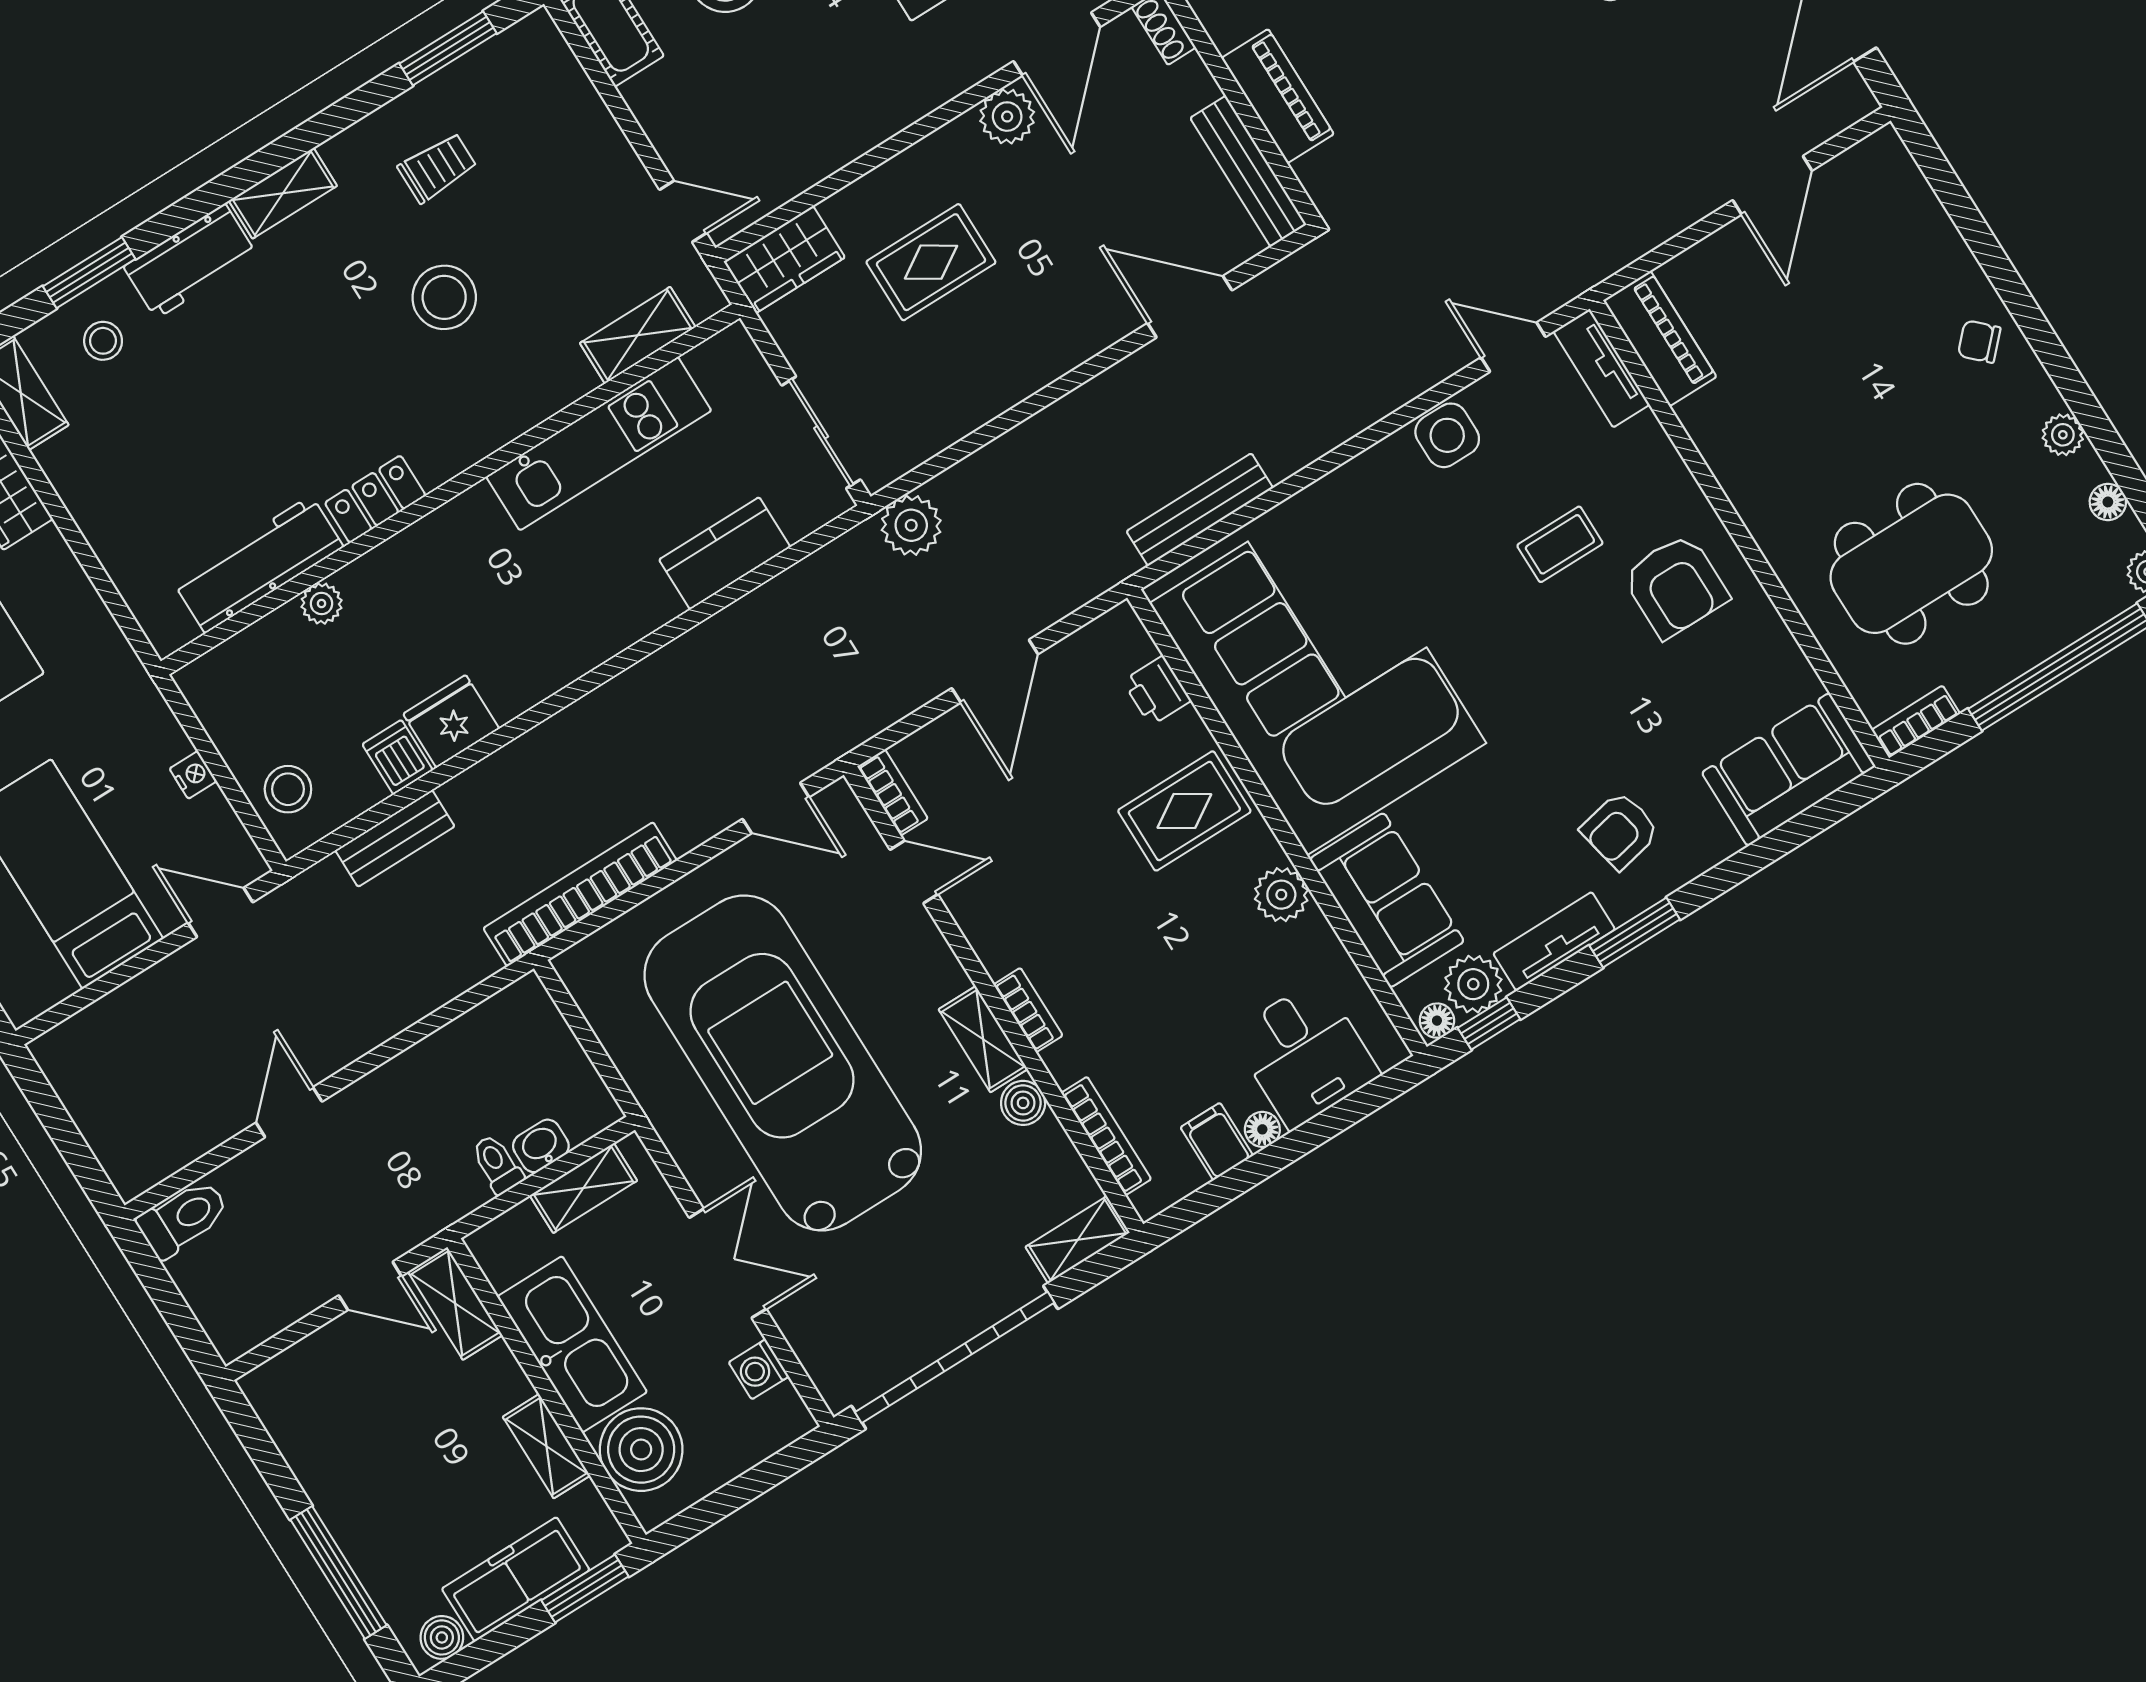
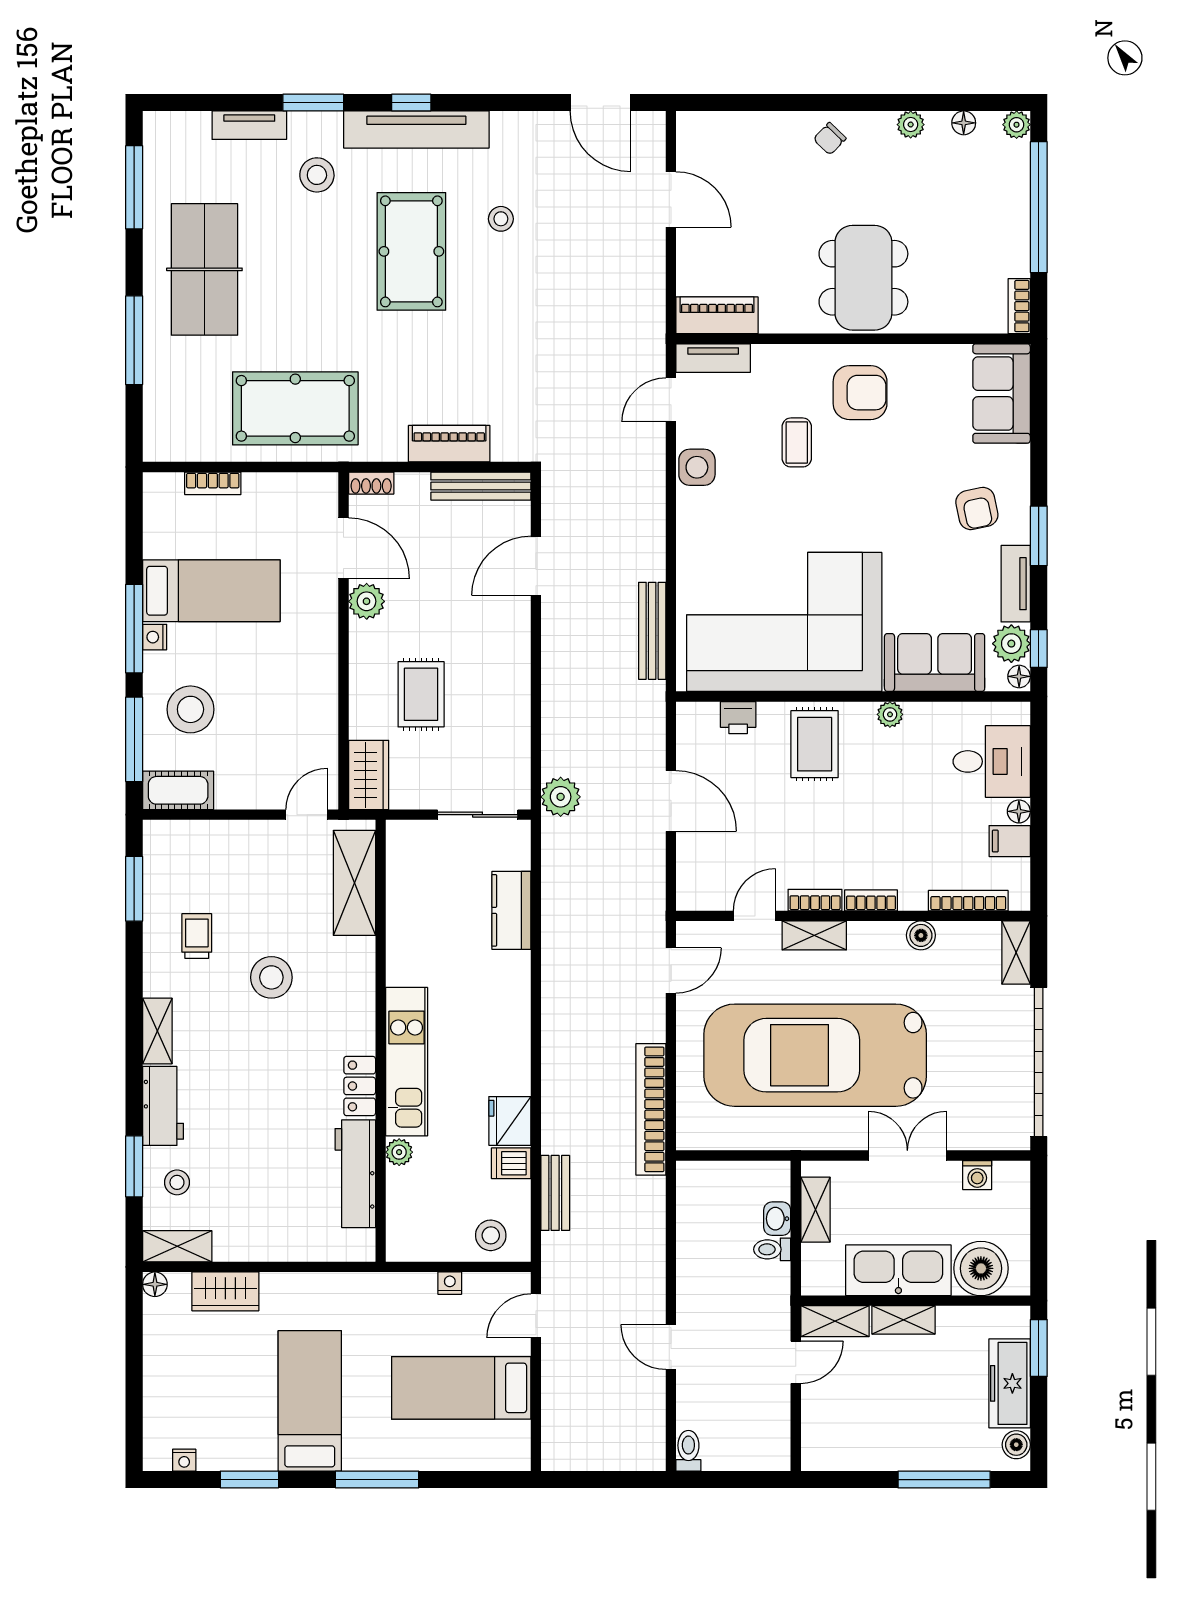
shelving: (638, 335) -> (354, 883), width x1.50, depth x1.33
kitchen unit: (599, 444) -> (407, 1062), moved
dining table: (1911, 564) -> (863, 278), moved
bookcase: (893, 792) -> (815, 900), moved
plant: (1281, 895) -> (890, 714), width x0.73, depth x0.73
shelving: (983, 1039) -> (814, 935), moved
toilet: (183, 1218) -> (688, 1451), width x0.73, depth x0.72
shelving: (546, 1446) -> (904, 1320), moved

